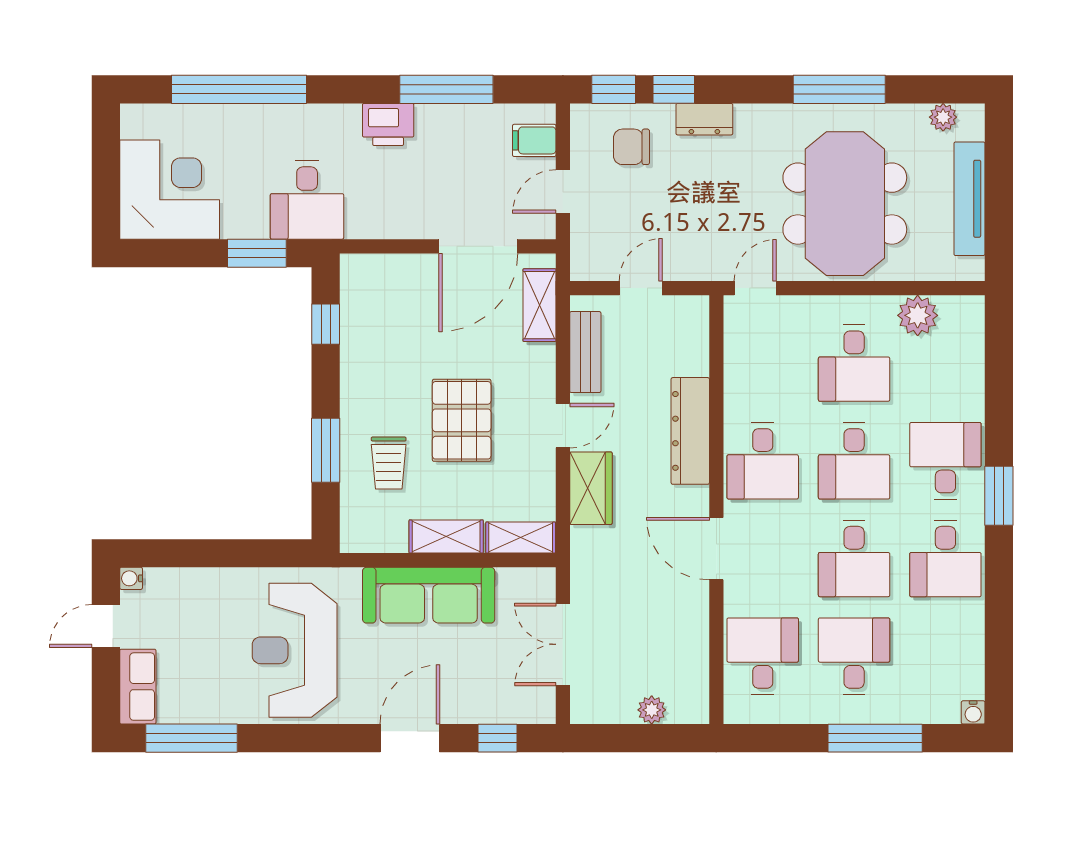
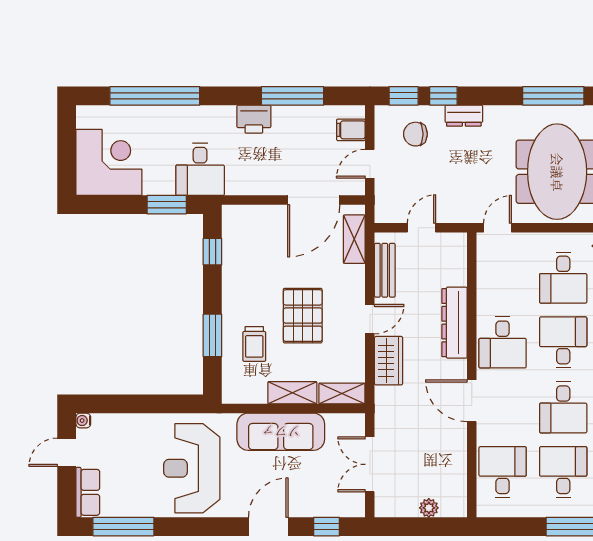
desk: (854, 461) -> (563, 342), turned 180

